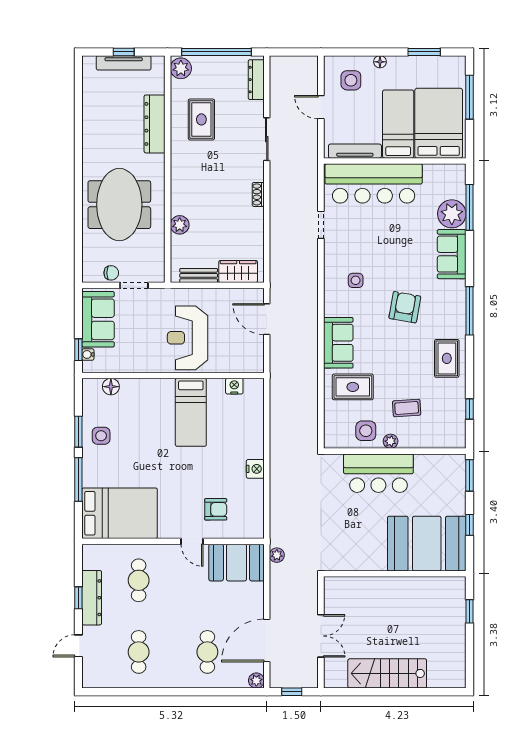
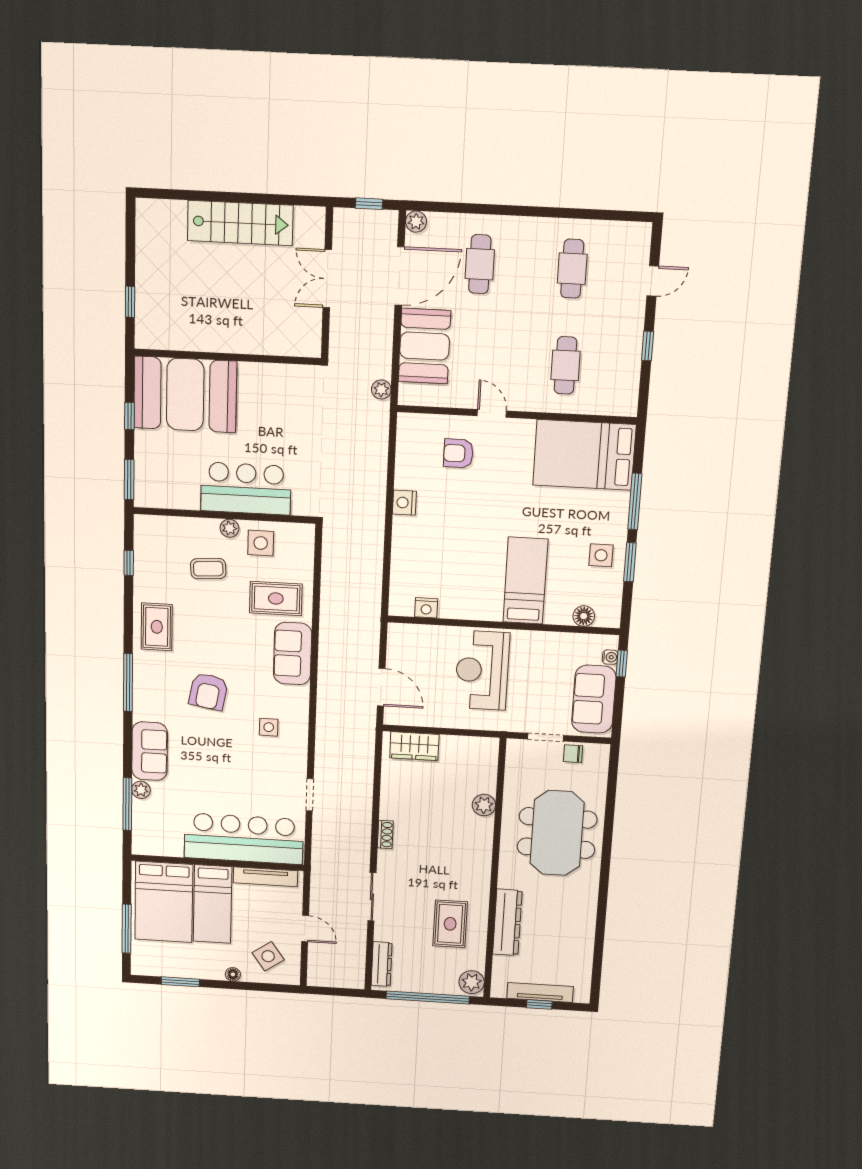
side table: (351, 80) -> (268, 956), turned -35
plant: (452, 214) -> (141, 790), width x0.53, depth x0.53
bench: (199, 275) -> (464, 744), removed
reception desk: (188, 338) -> (482, 670), turned 180
bed: (191, 412) -> (525, 581), moved
booth: (236, 563) -> (425, 346), moved, turned 90
dresser: (92, 598) -> (630, 345), removed

